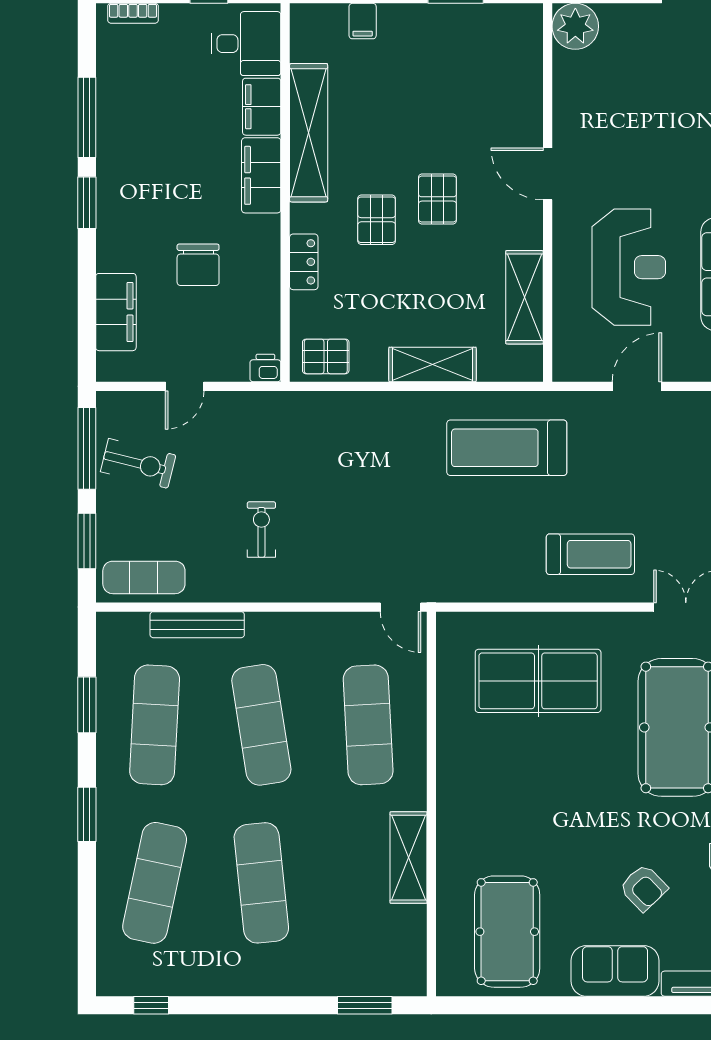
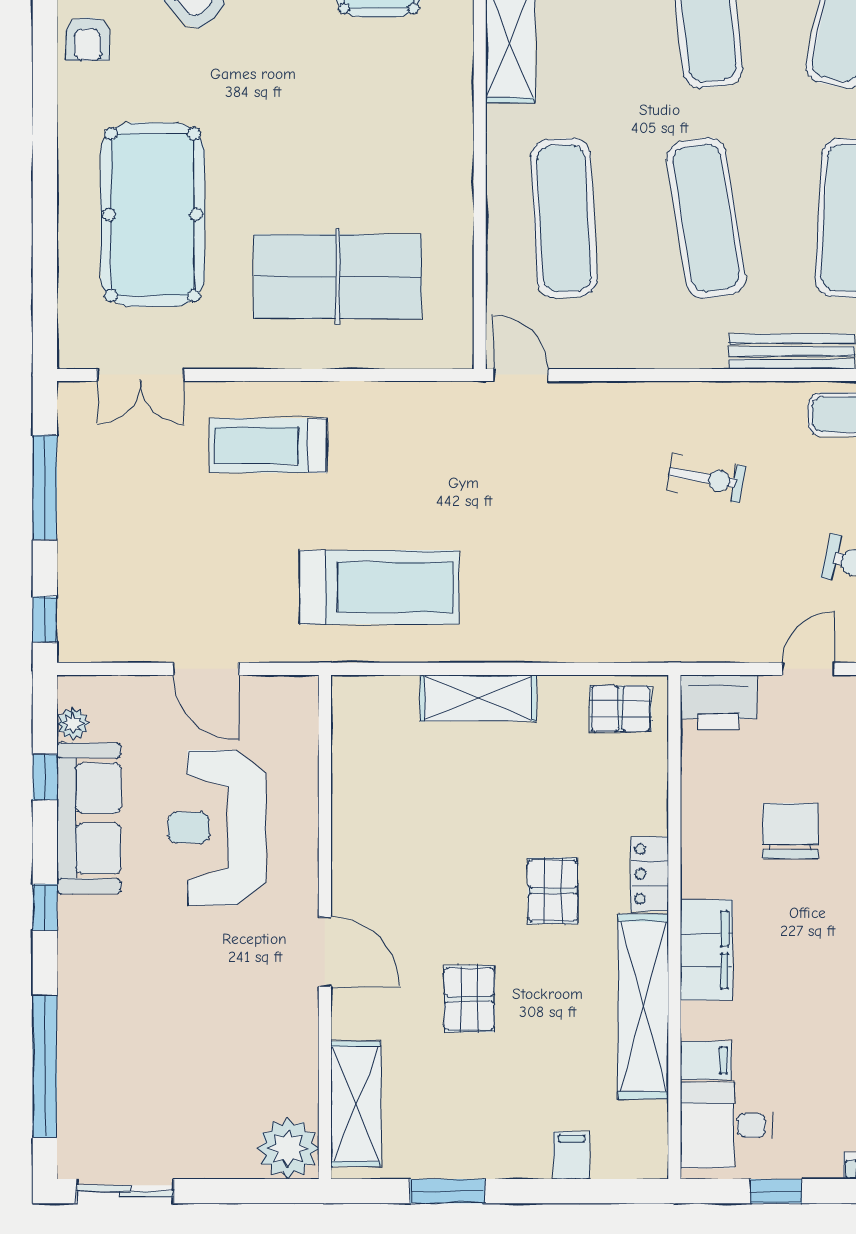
filing cabinet: (262, 107) -> (706, 1060), width x0.50
pallet: (437, 199) -> (469, 999), moved
locker: (304, 262) -> (650, 874), moved
shelving: (524, 297) -> (356, 1104), moved
printer: (265, 368) -> (719, 702), width x1.87, depth x1.48
door: (637, 386) -> (206, 669), hinge flipped
exercise bike: (261, 530) -> (706, 478), turned -80

